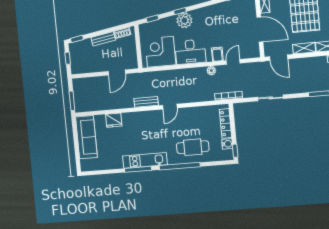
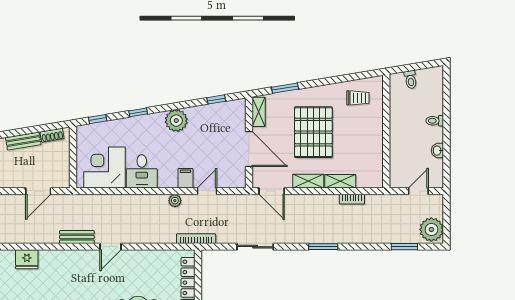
plant: (184, 20) -> (176, 121), moved
desk: (190, 52) -> (142, 171), width x0.73

